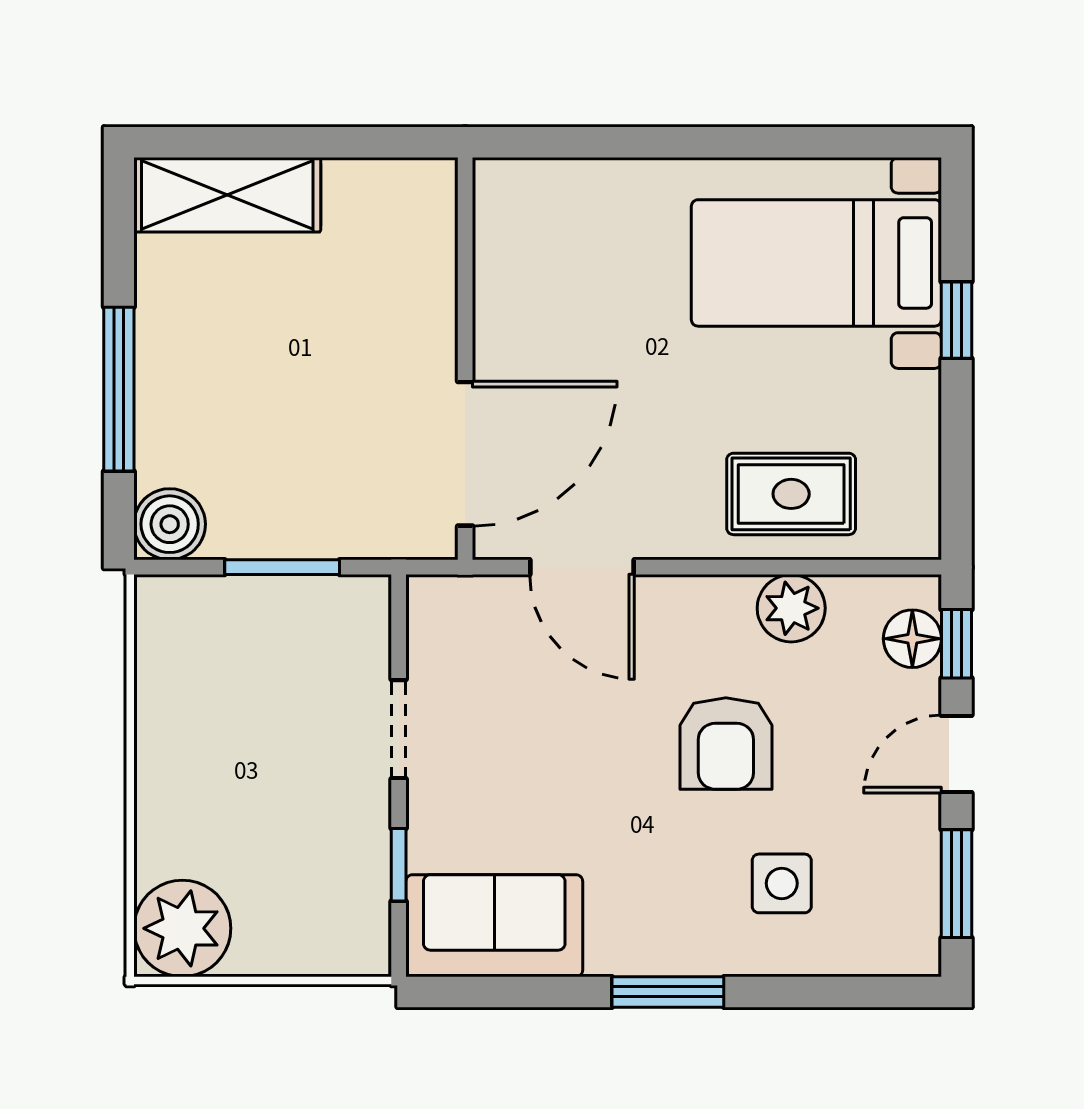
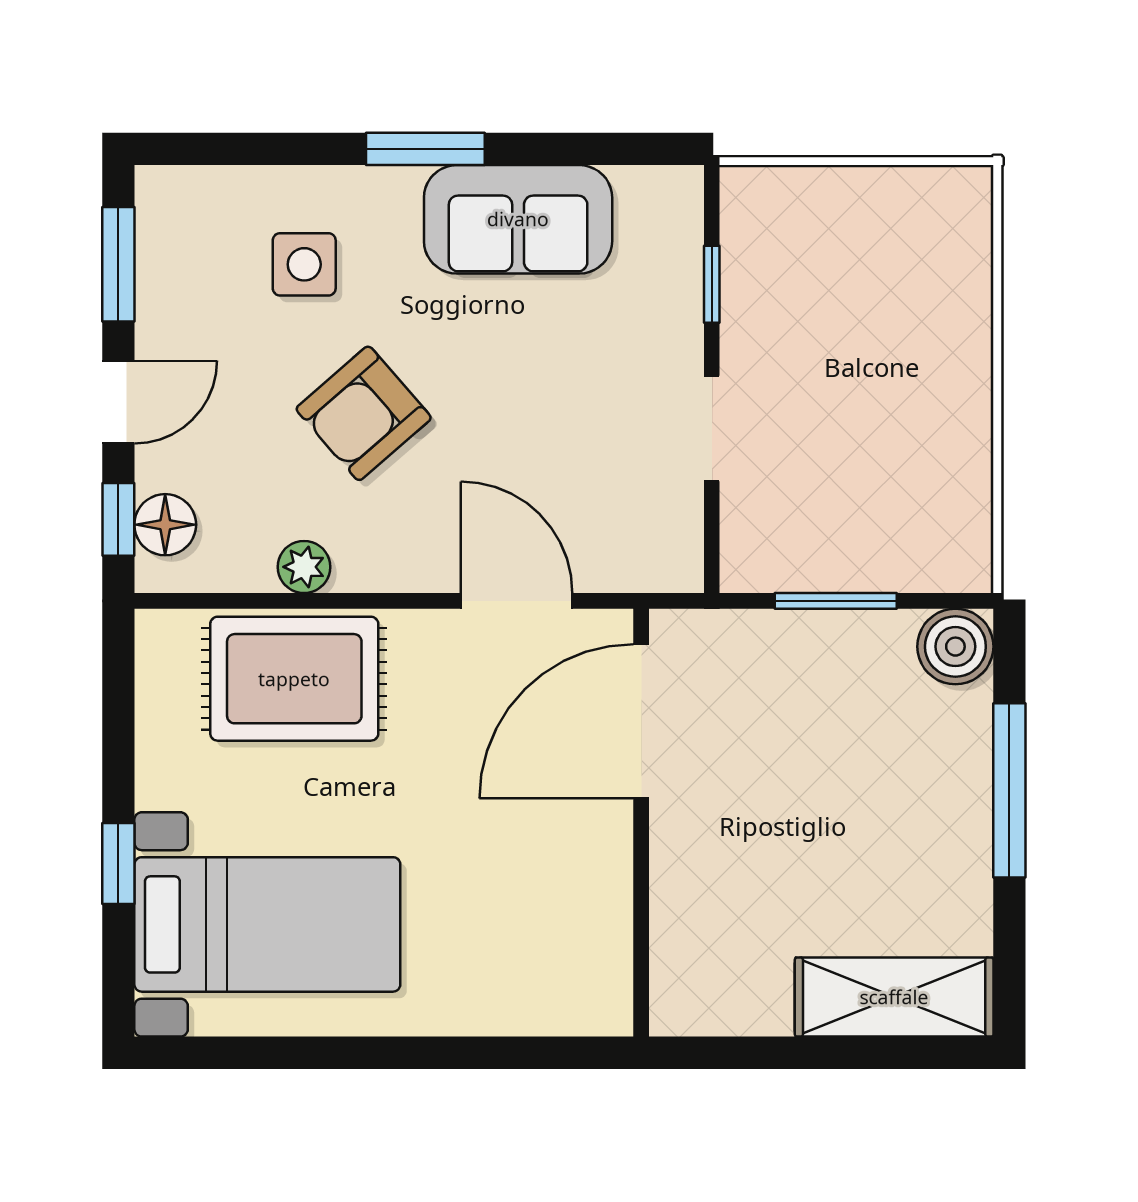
rug: (791, 494) -> (294, 679), width x1.36, depth x1.43
plant: (791, 608) -> (304, 567), width x0.73, depth x0.73
armchair: (726, 743) -> (364, 413), turned -131
sofa: (494, 926) -> (518, 219), moved
plant: (182, 928) -> (942, 216), removed

